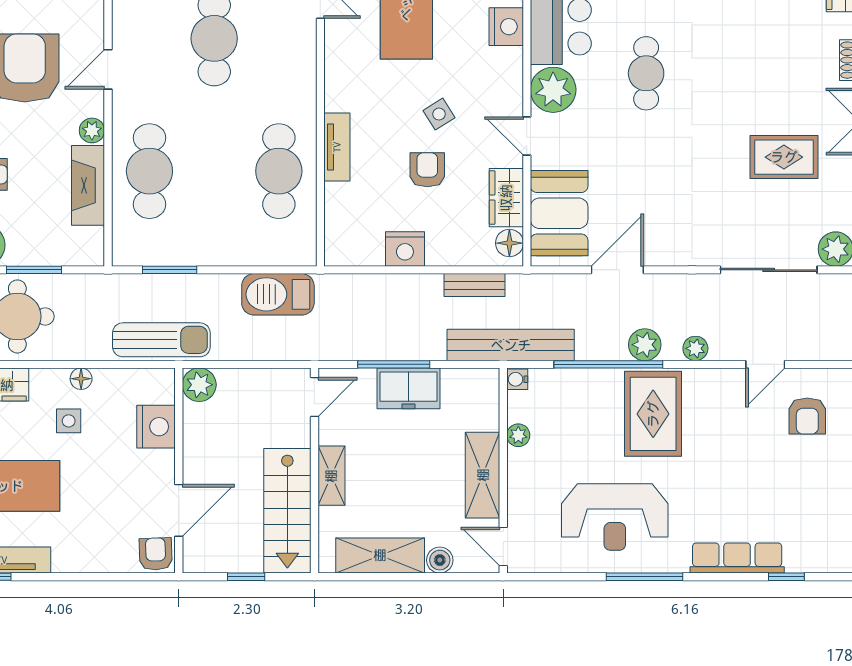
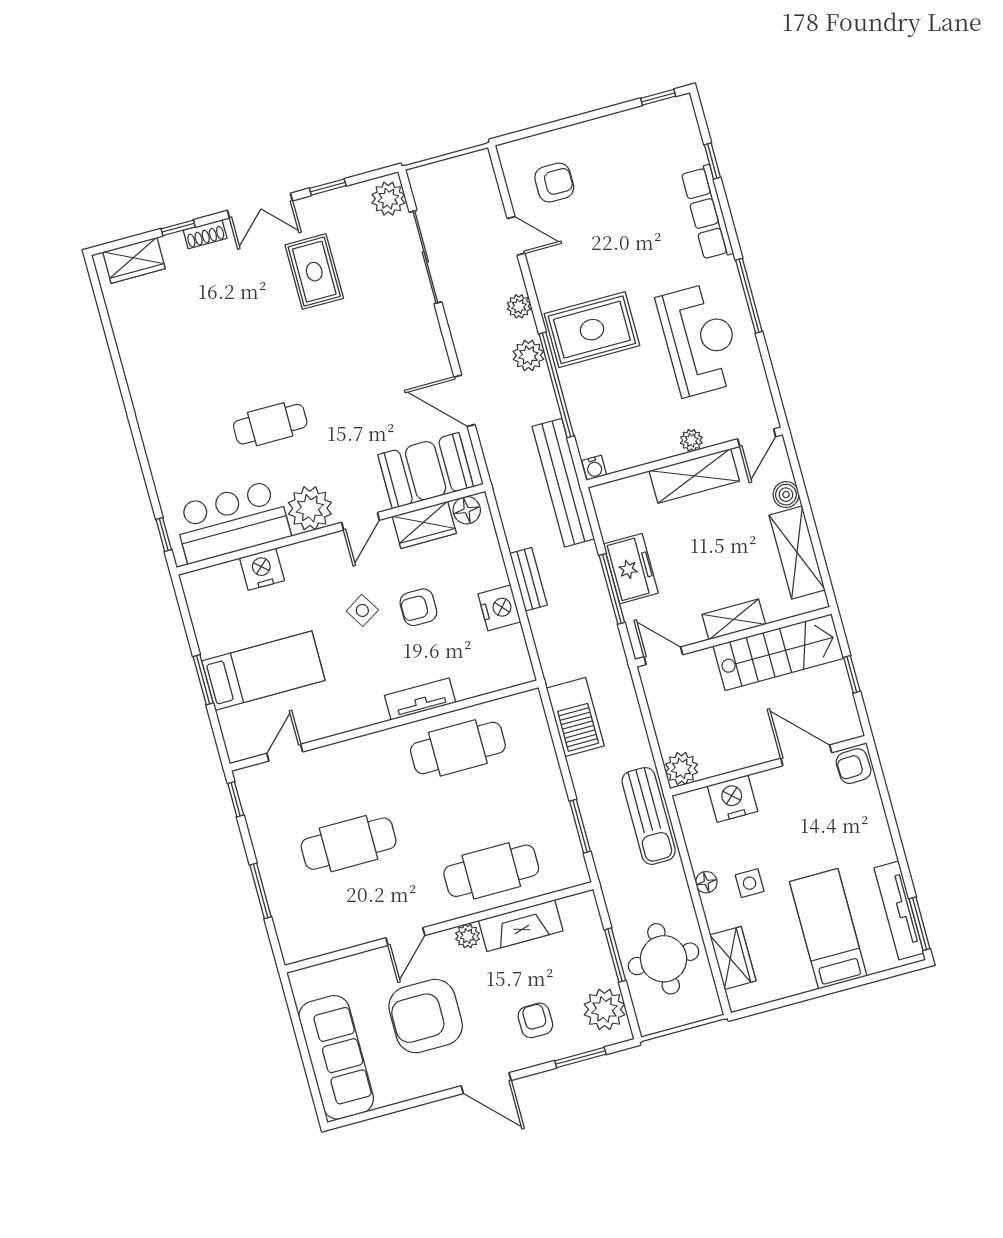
door: (108, 69) -> (405, 937), hinge flipped
bench: (474, 285) -> (528, 579), moved
sun lounger: (161, 340) -> (649, 816), turned 180
plant: (518, 435) -> (691, 440), moved

